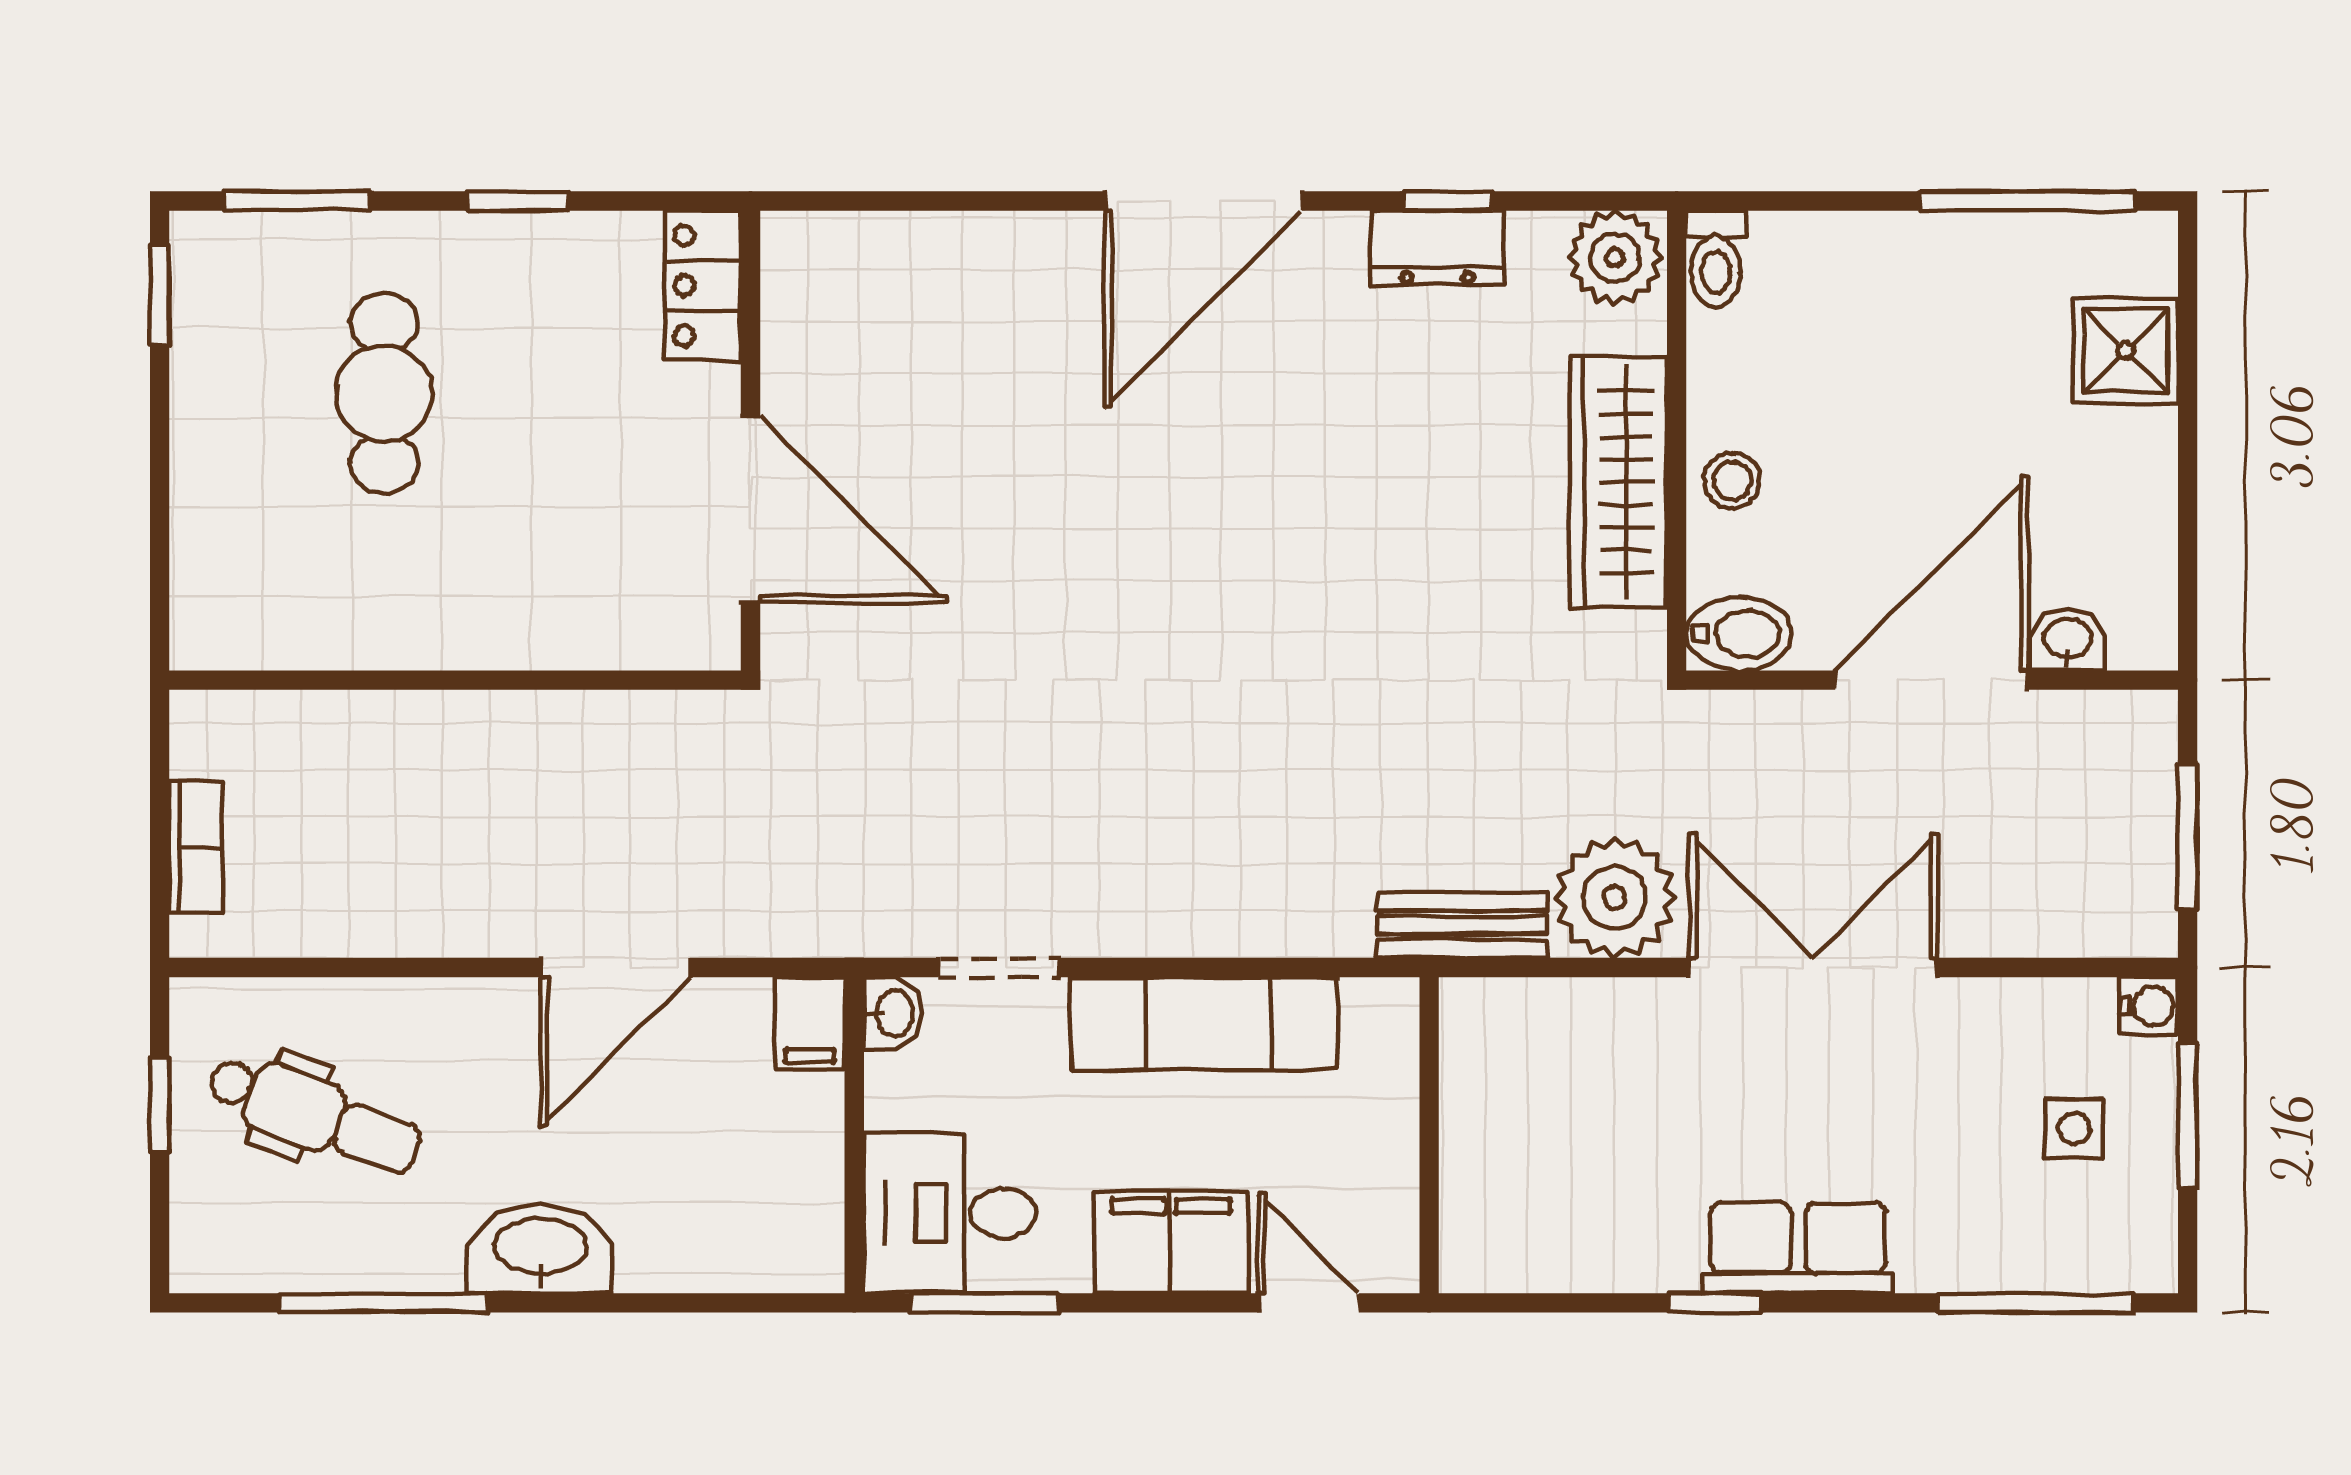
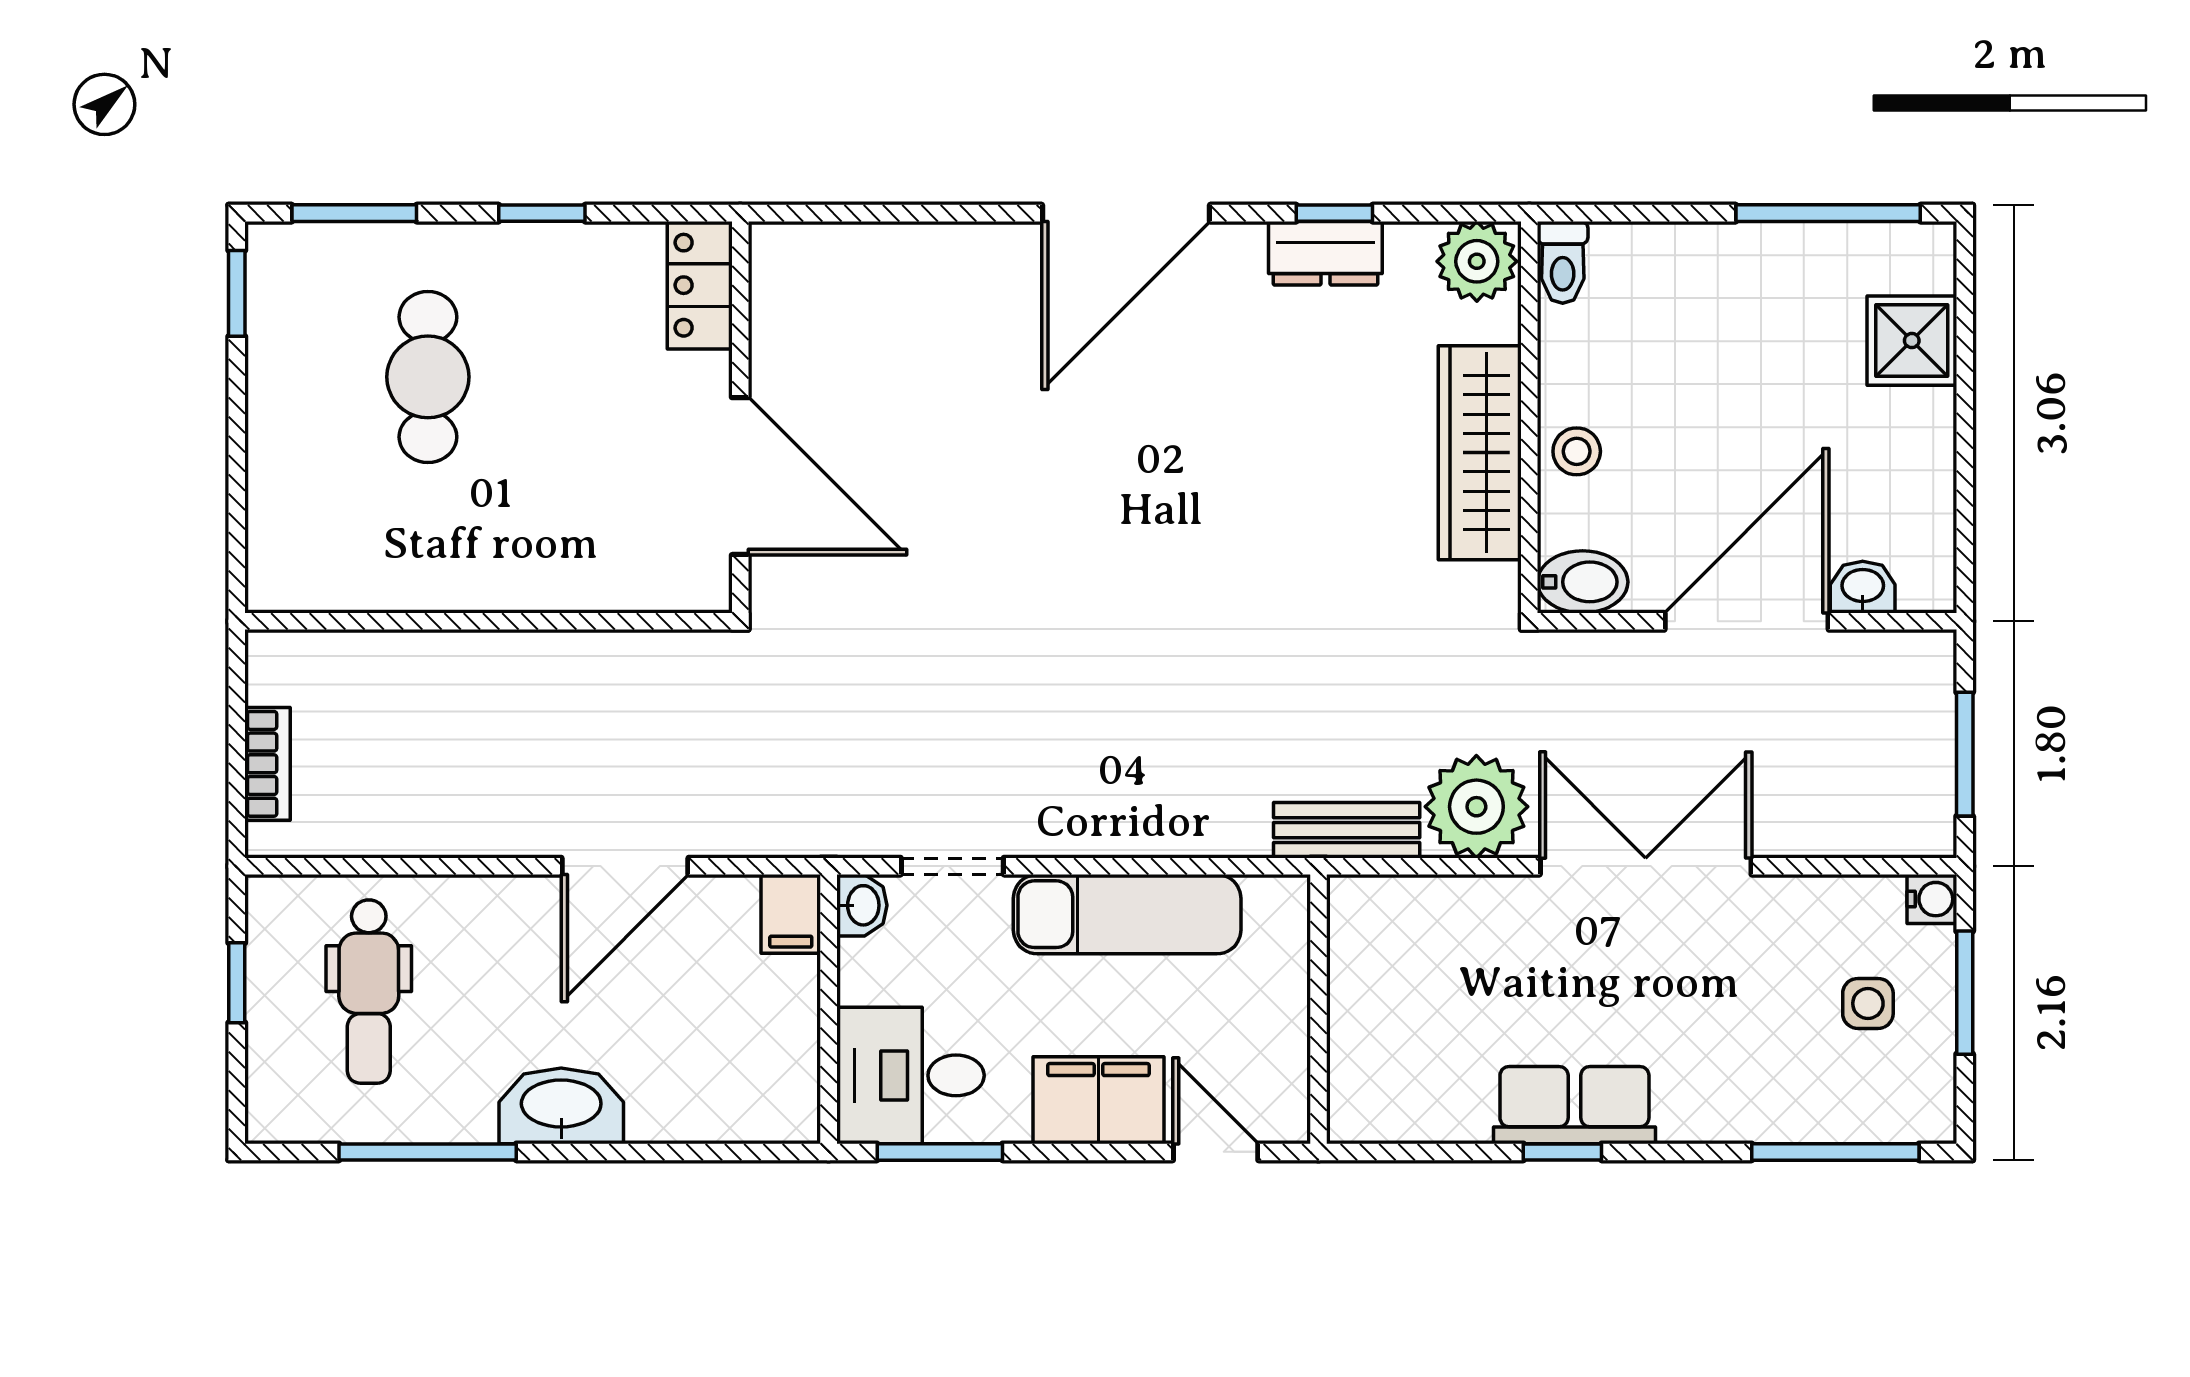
dental chair: (315, 1115) -> (369, 992), turned 69
row of seats: (1798, 1248) -> (1574, 1105), moved

